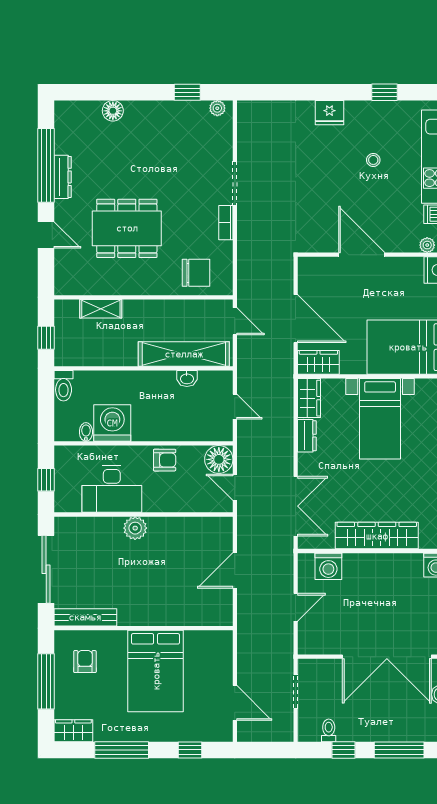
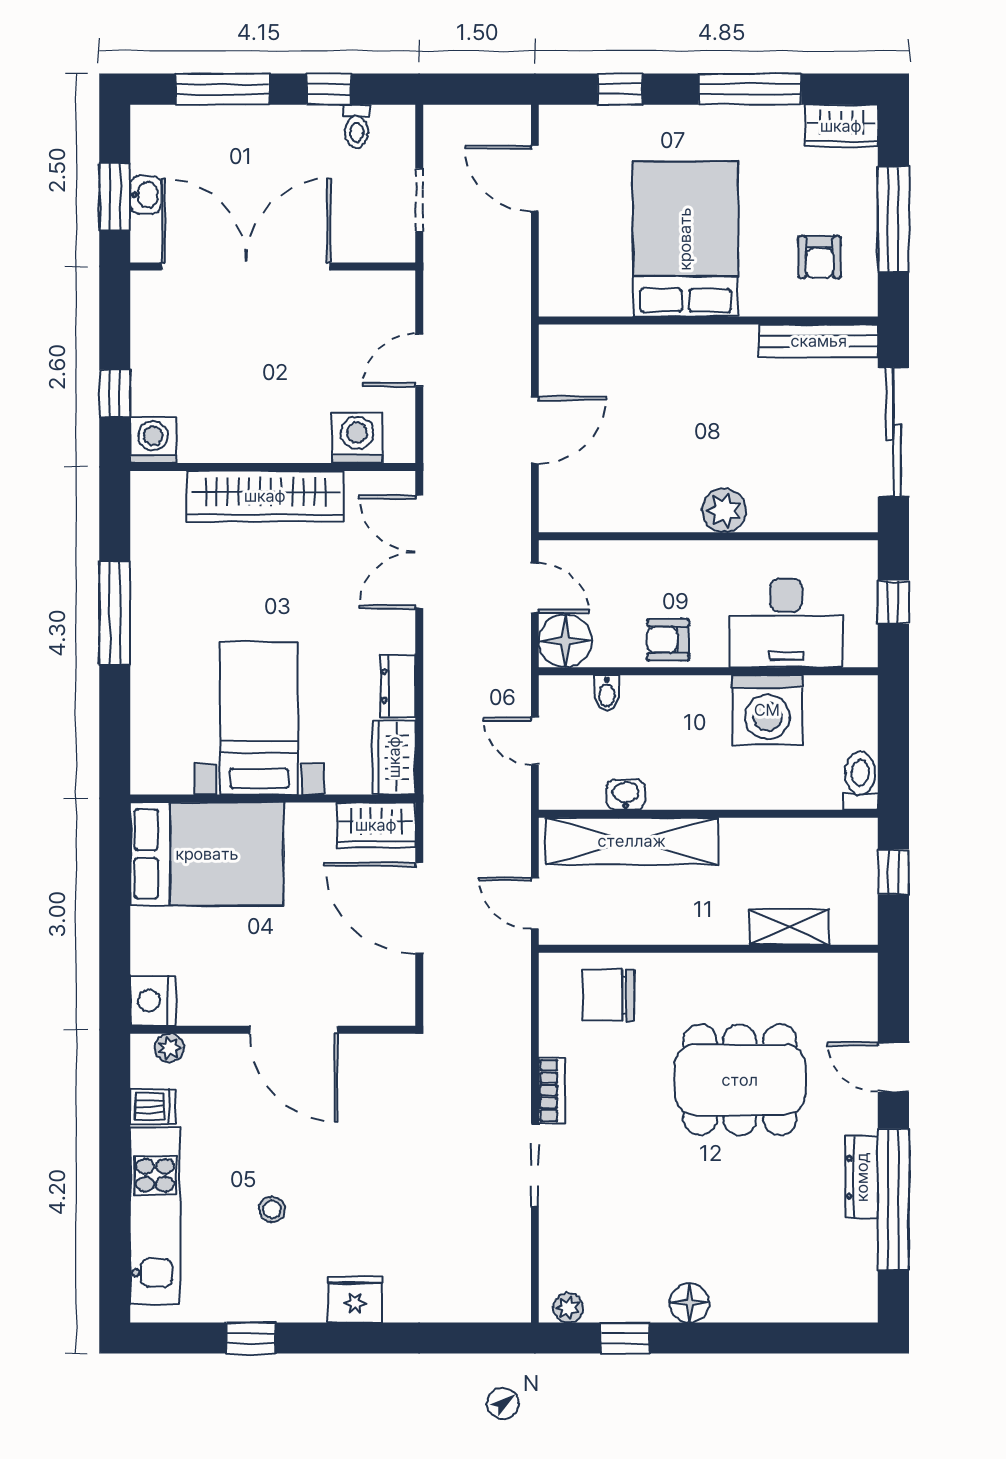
floor lamp: (113, 111) -> (690, 1303), moved
bidet: (86, 432) -> (607, 693), moved
desk: (112, 489) -> (786, 623), moved, turned 180

